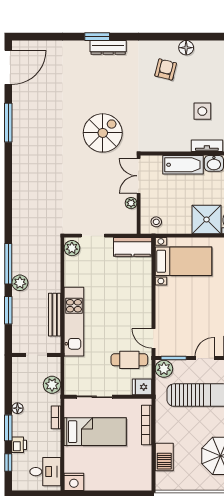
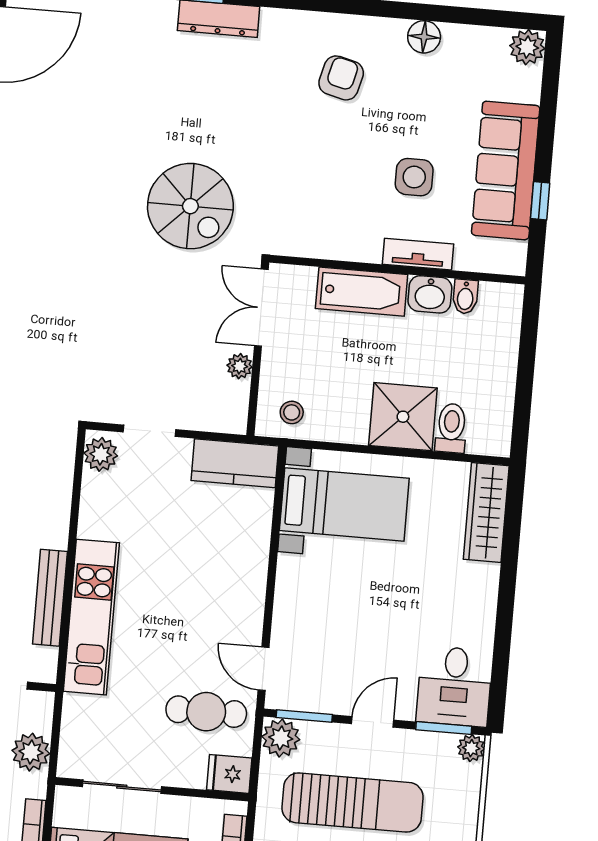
floor lamp: (186, 48) -> (424, 37), moved
spiral stairs: (103, 133) -> (190, 206), turned 90

